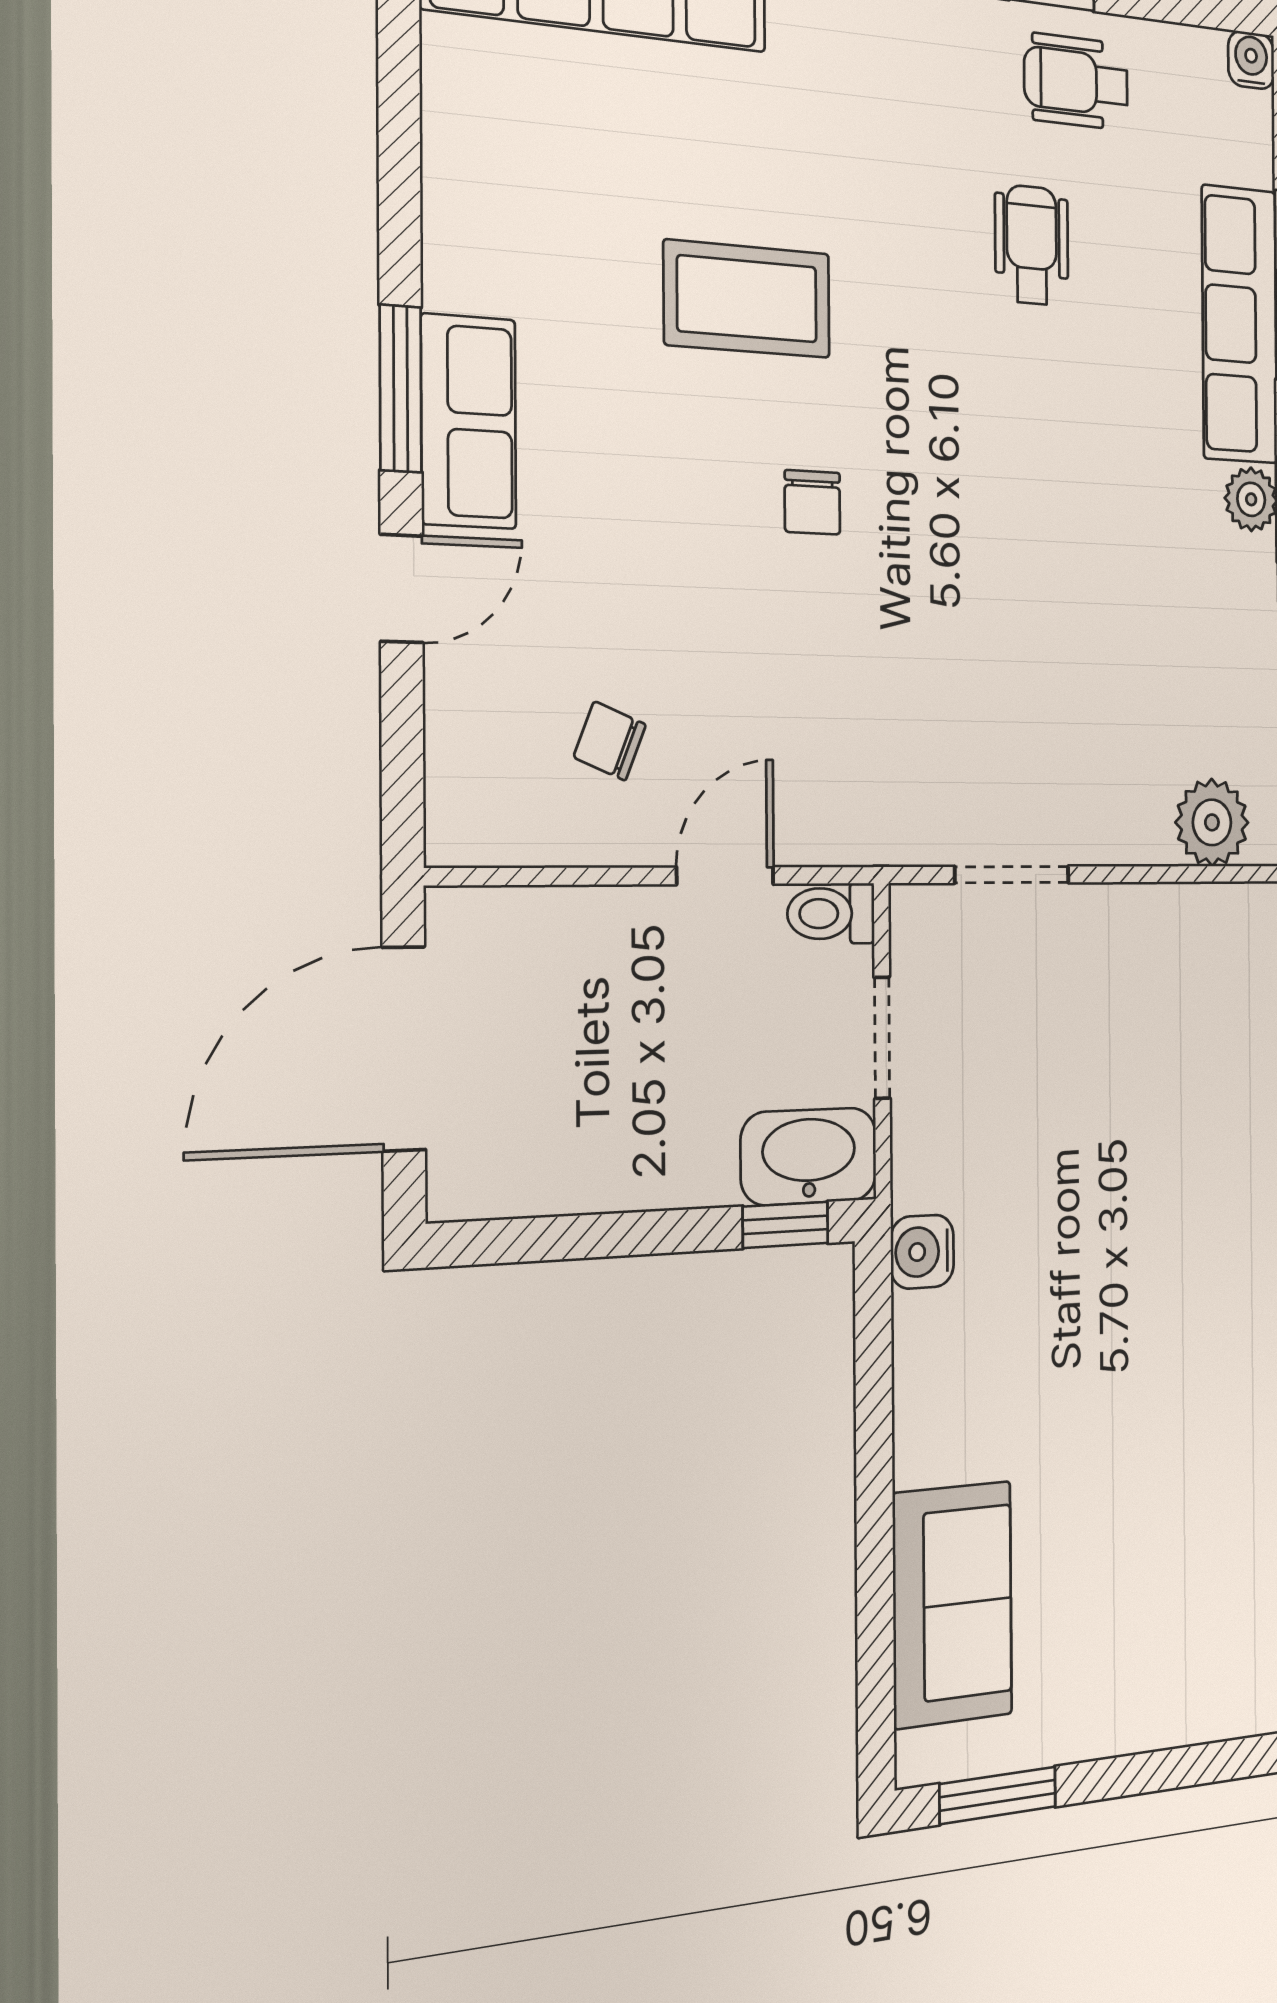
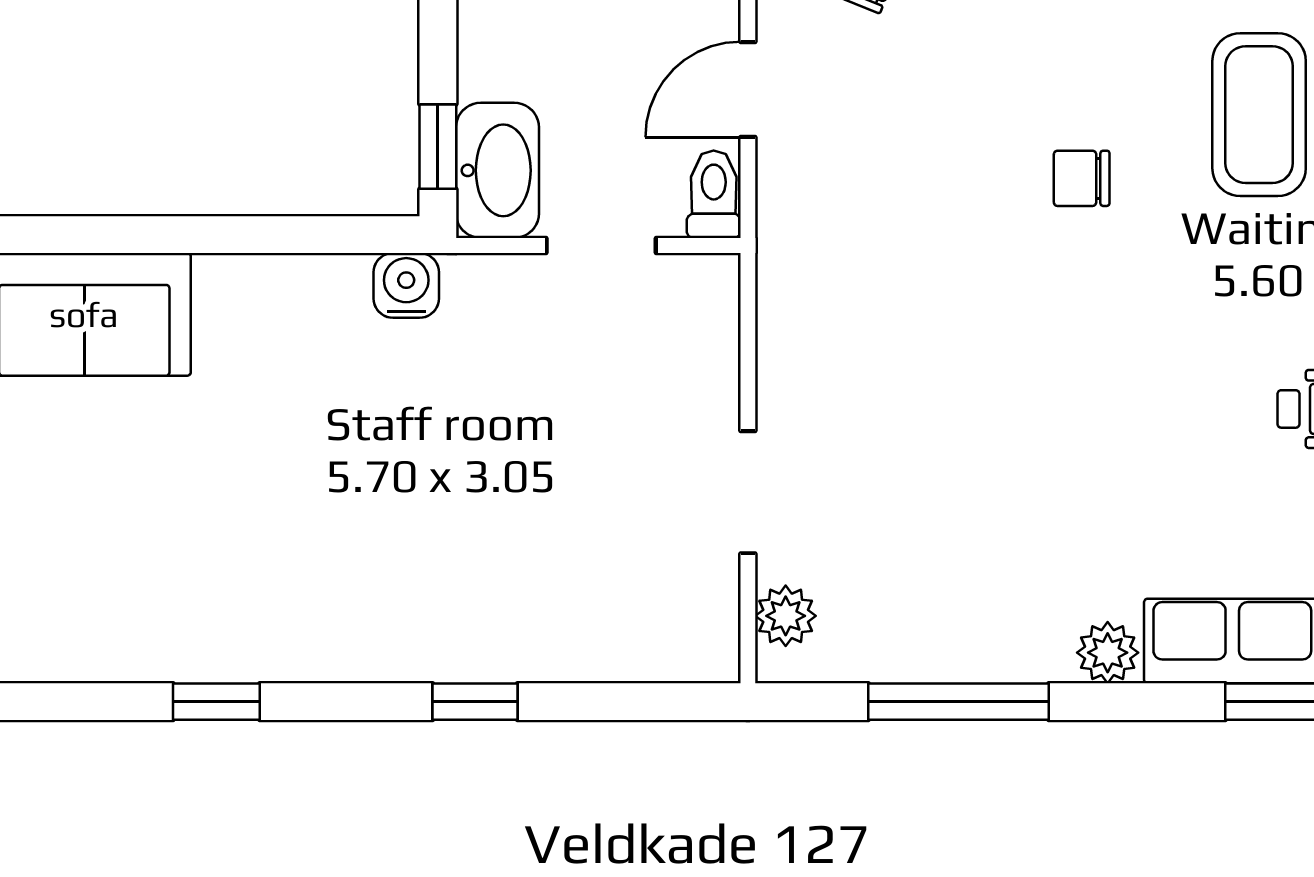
plant: (1212, 822) -> (786, 616), width x0.73, depth x0.73
doorway: (1012, 875) -> (748, 492), moved
door: (725, 876) -> (748, 89), swing flipped

